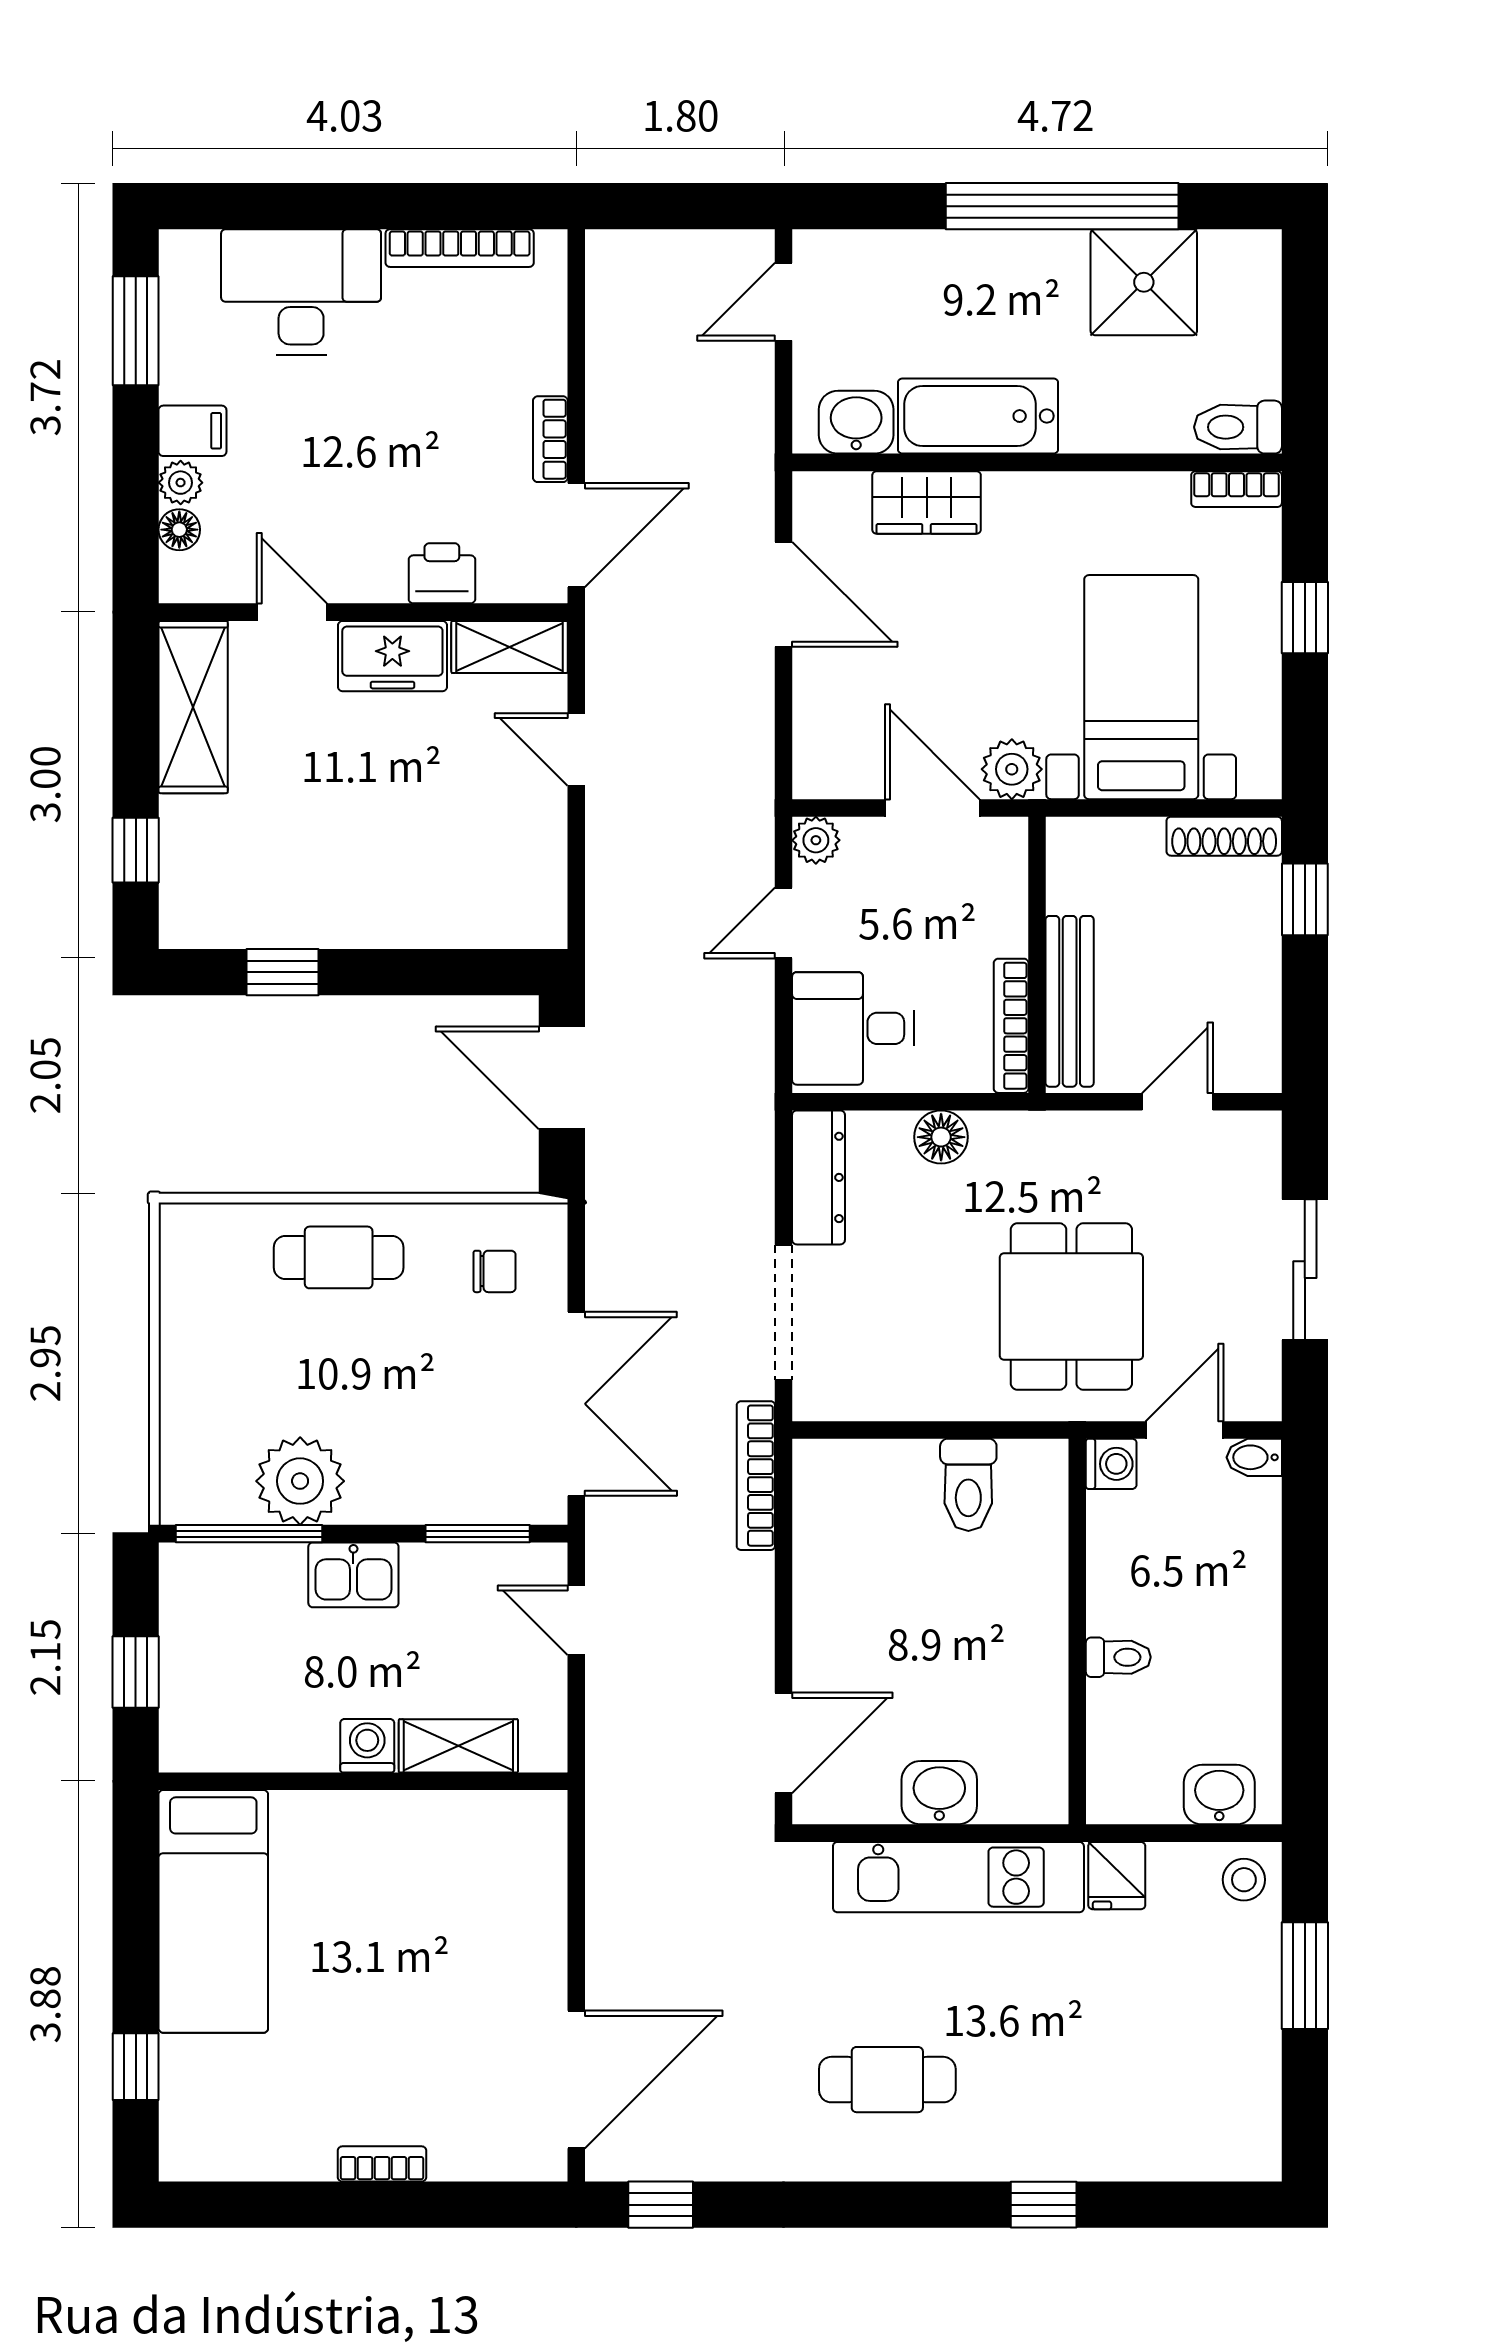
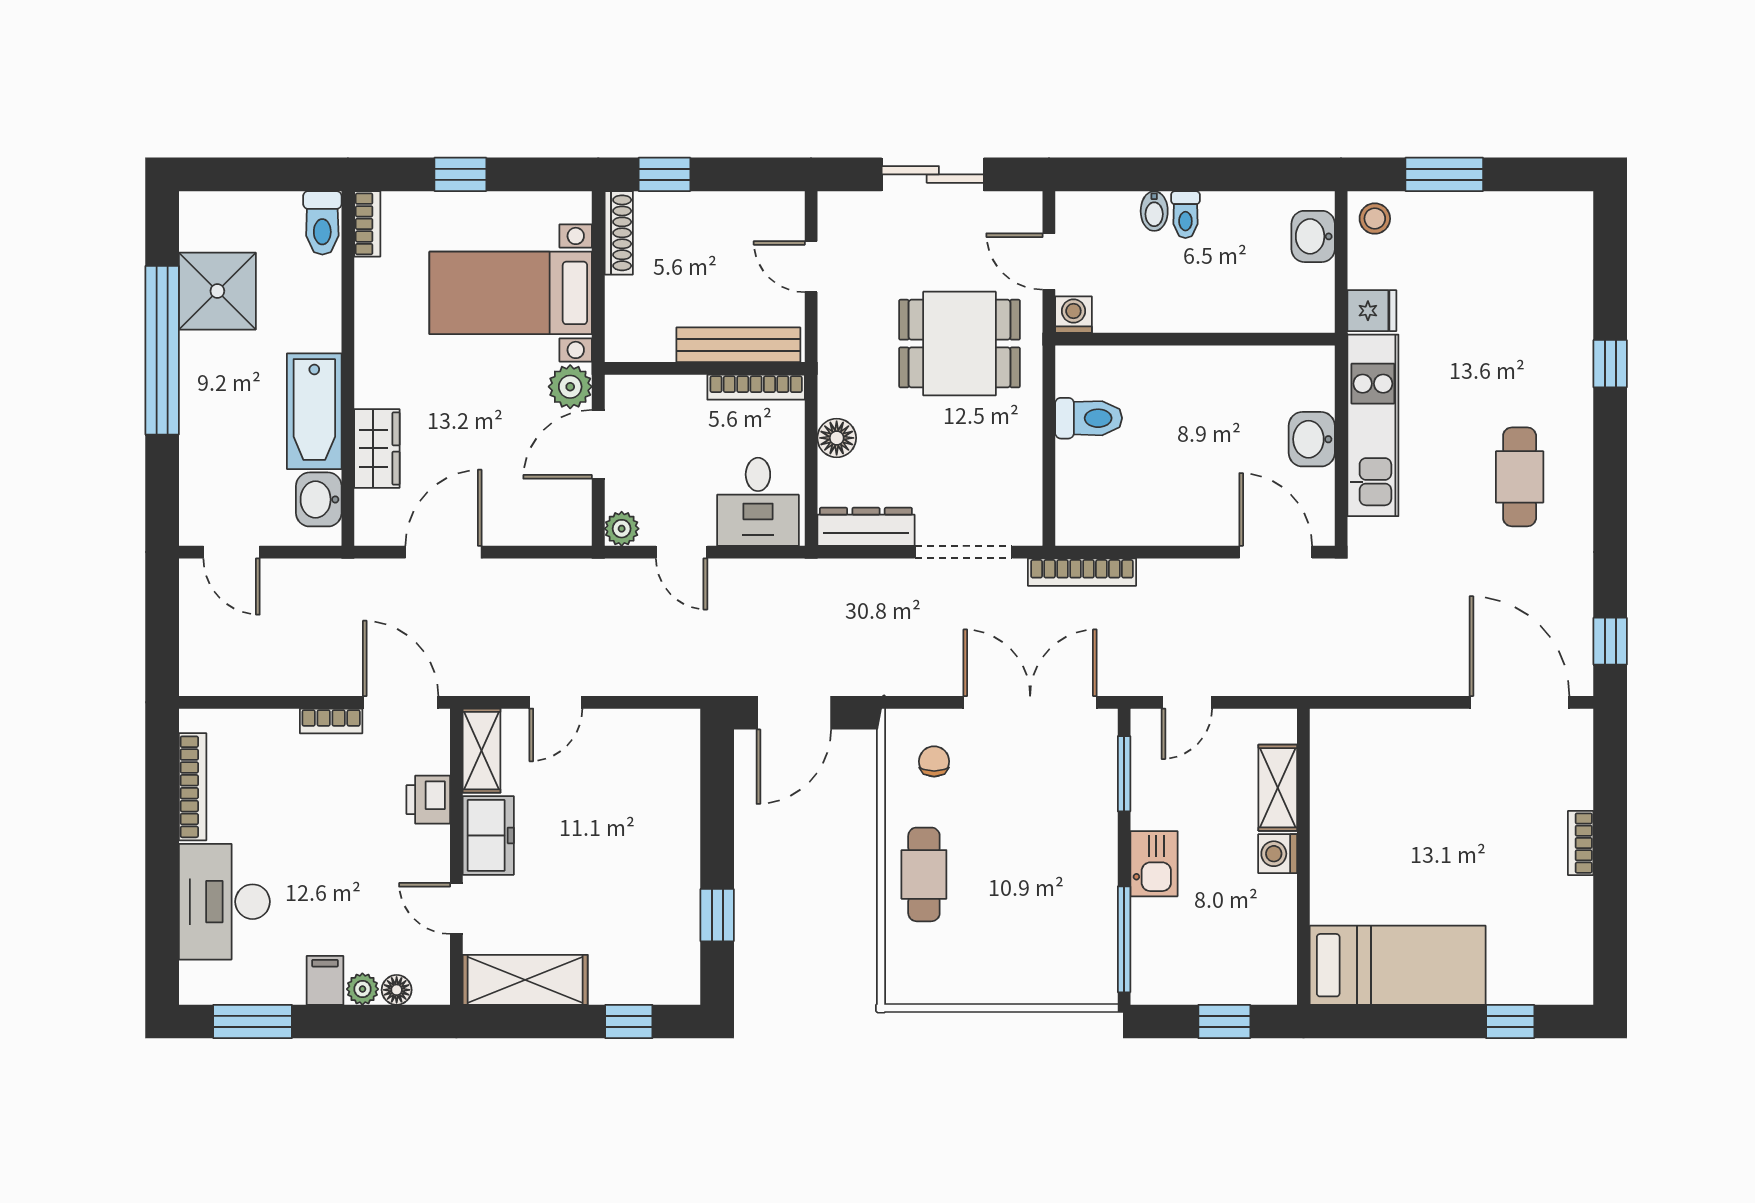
door: (292, 612) -> (456, 908), hinge flipped
bidet: (1254, 1457) -> (1154, 211), moved
plant: (300, 1481) -> (1086, 902), removed
toilet: (1118, 1657) -> (1185, 215), moved, turned 180

